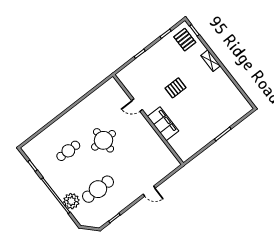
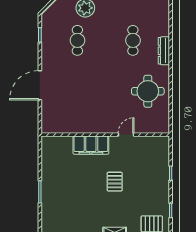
dresser: (59, 124) -> (164, 51), added
round table: (104, 140) -> (148, 91), moved
cafe table: (98, 189) -> (77, 40), width x0.73, depth x0.74
door: (149, 191) -> (40, 85), width x1.87

